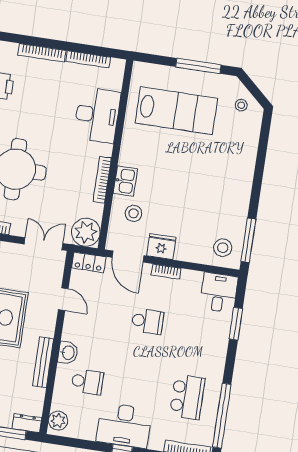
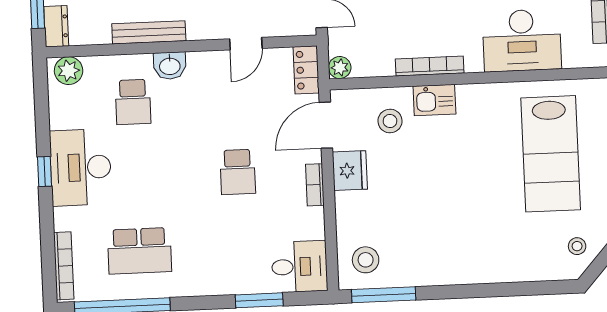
plant: (86, 232) -> (340, 68), width x0.53, depth x0.53

